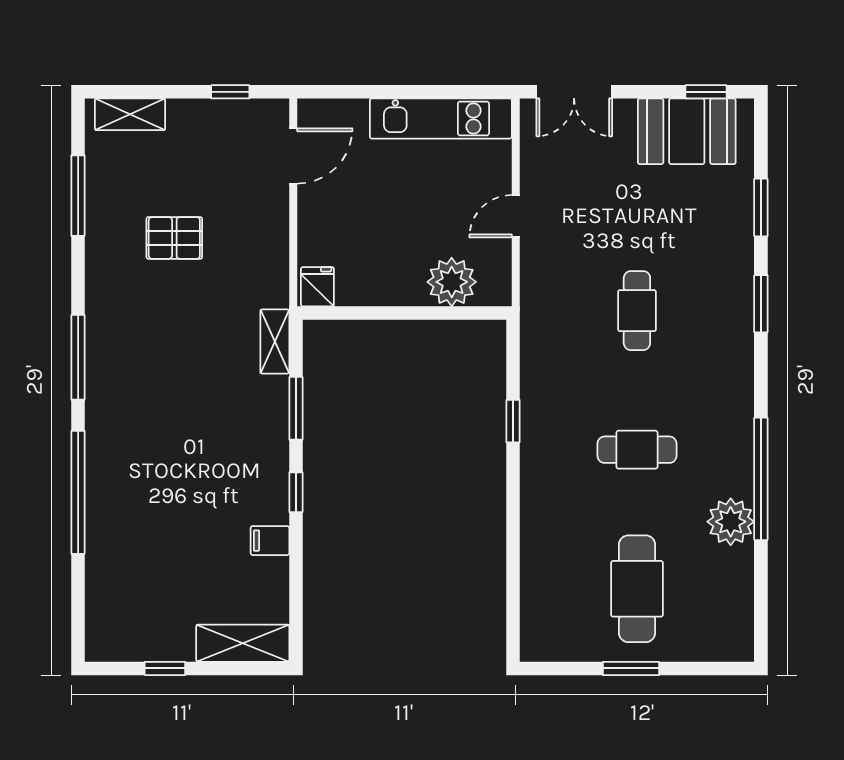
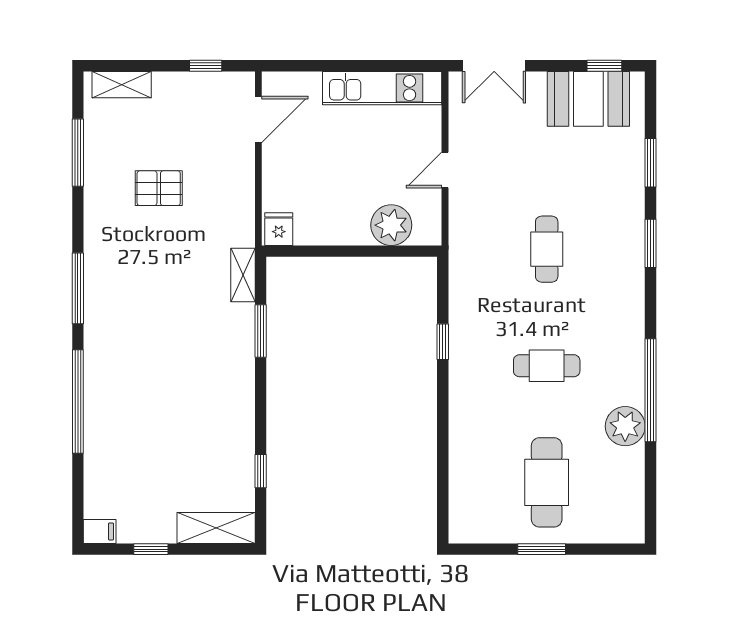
window: (296, 492) -> (261, 471), moved
filing cabinet: (270, 541) -> (100, 531), moved, turned 180

